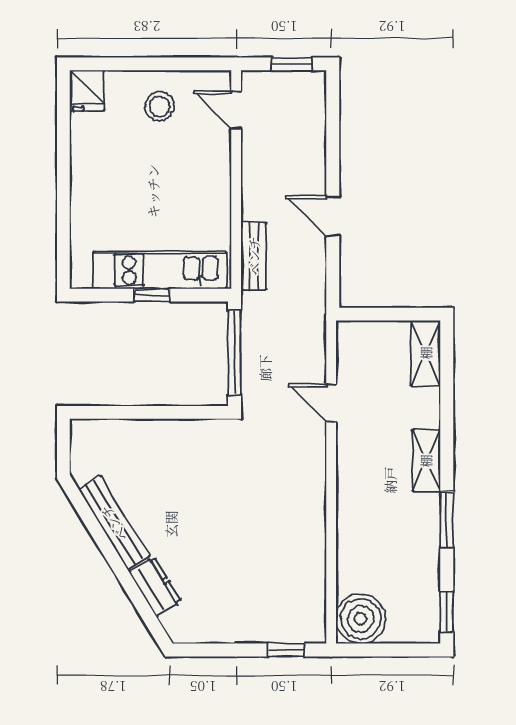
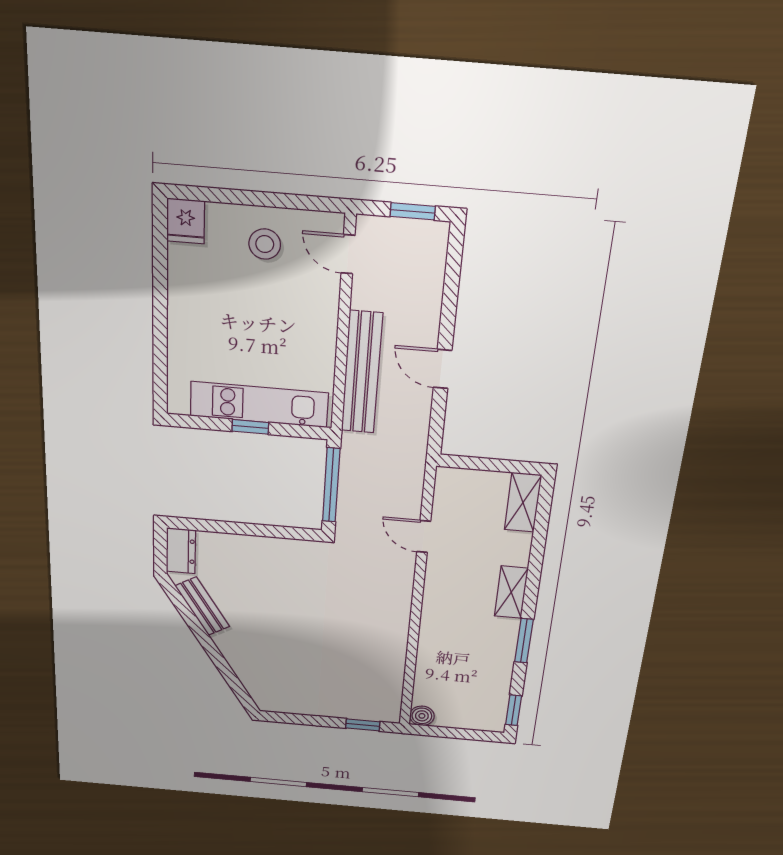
bench: (254, 256) -> (362, 373), width x1.86, depth x1.21
bench: (114, 523) -> (202, 606), width x0.73
dresser: (155, 587) -> (181, 551), moved, turned 31
boiler: (361, 619) -> (422, 716), width x0.54, depth x0.54

